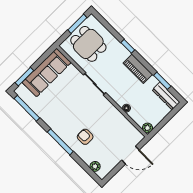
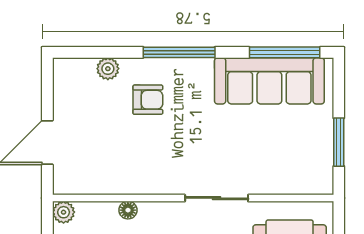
sofa: (47, 72) -> (269, 81), moved, turned -90
window: (24, 77) -> (339, 142), moved
plant: (95, 166) -> (108, 69), moved

